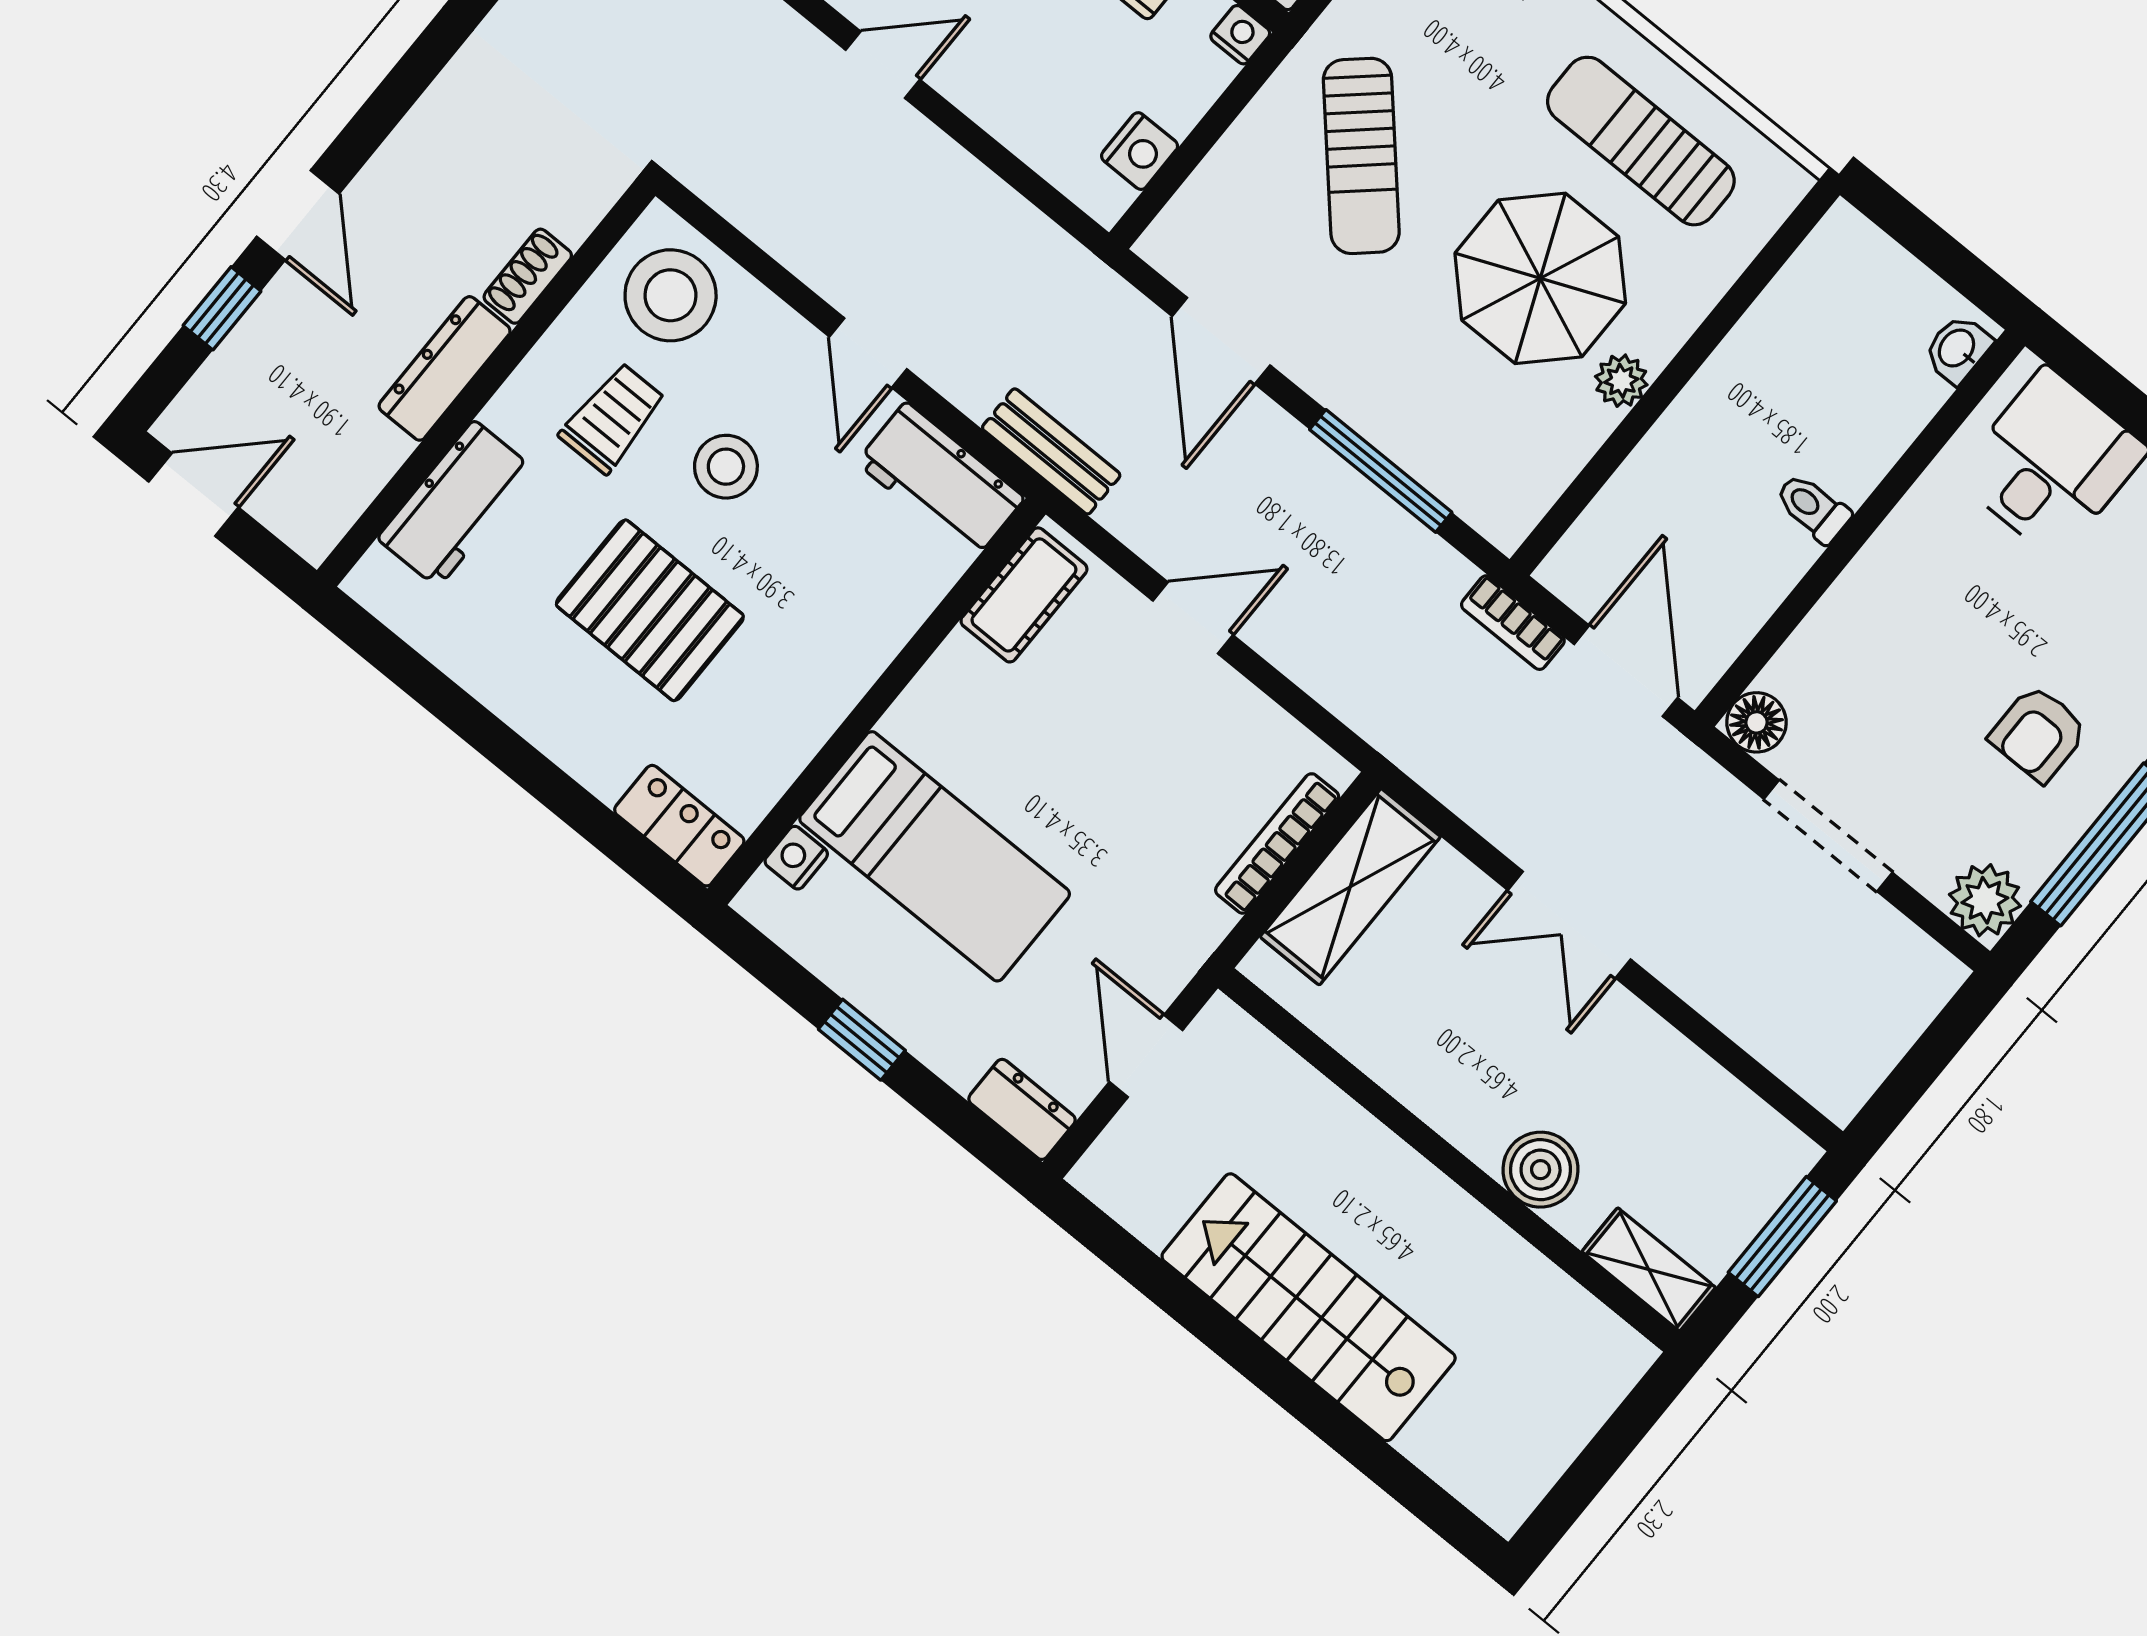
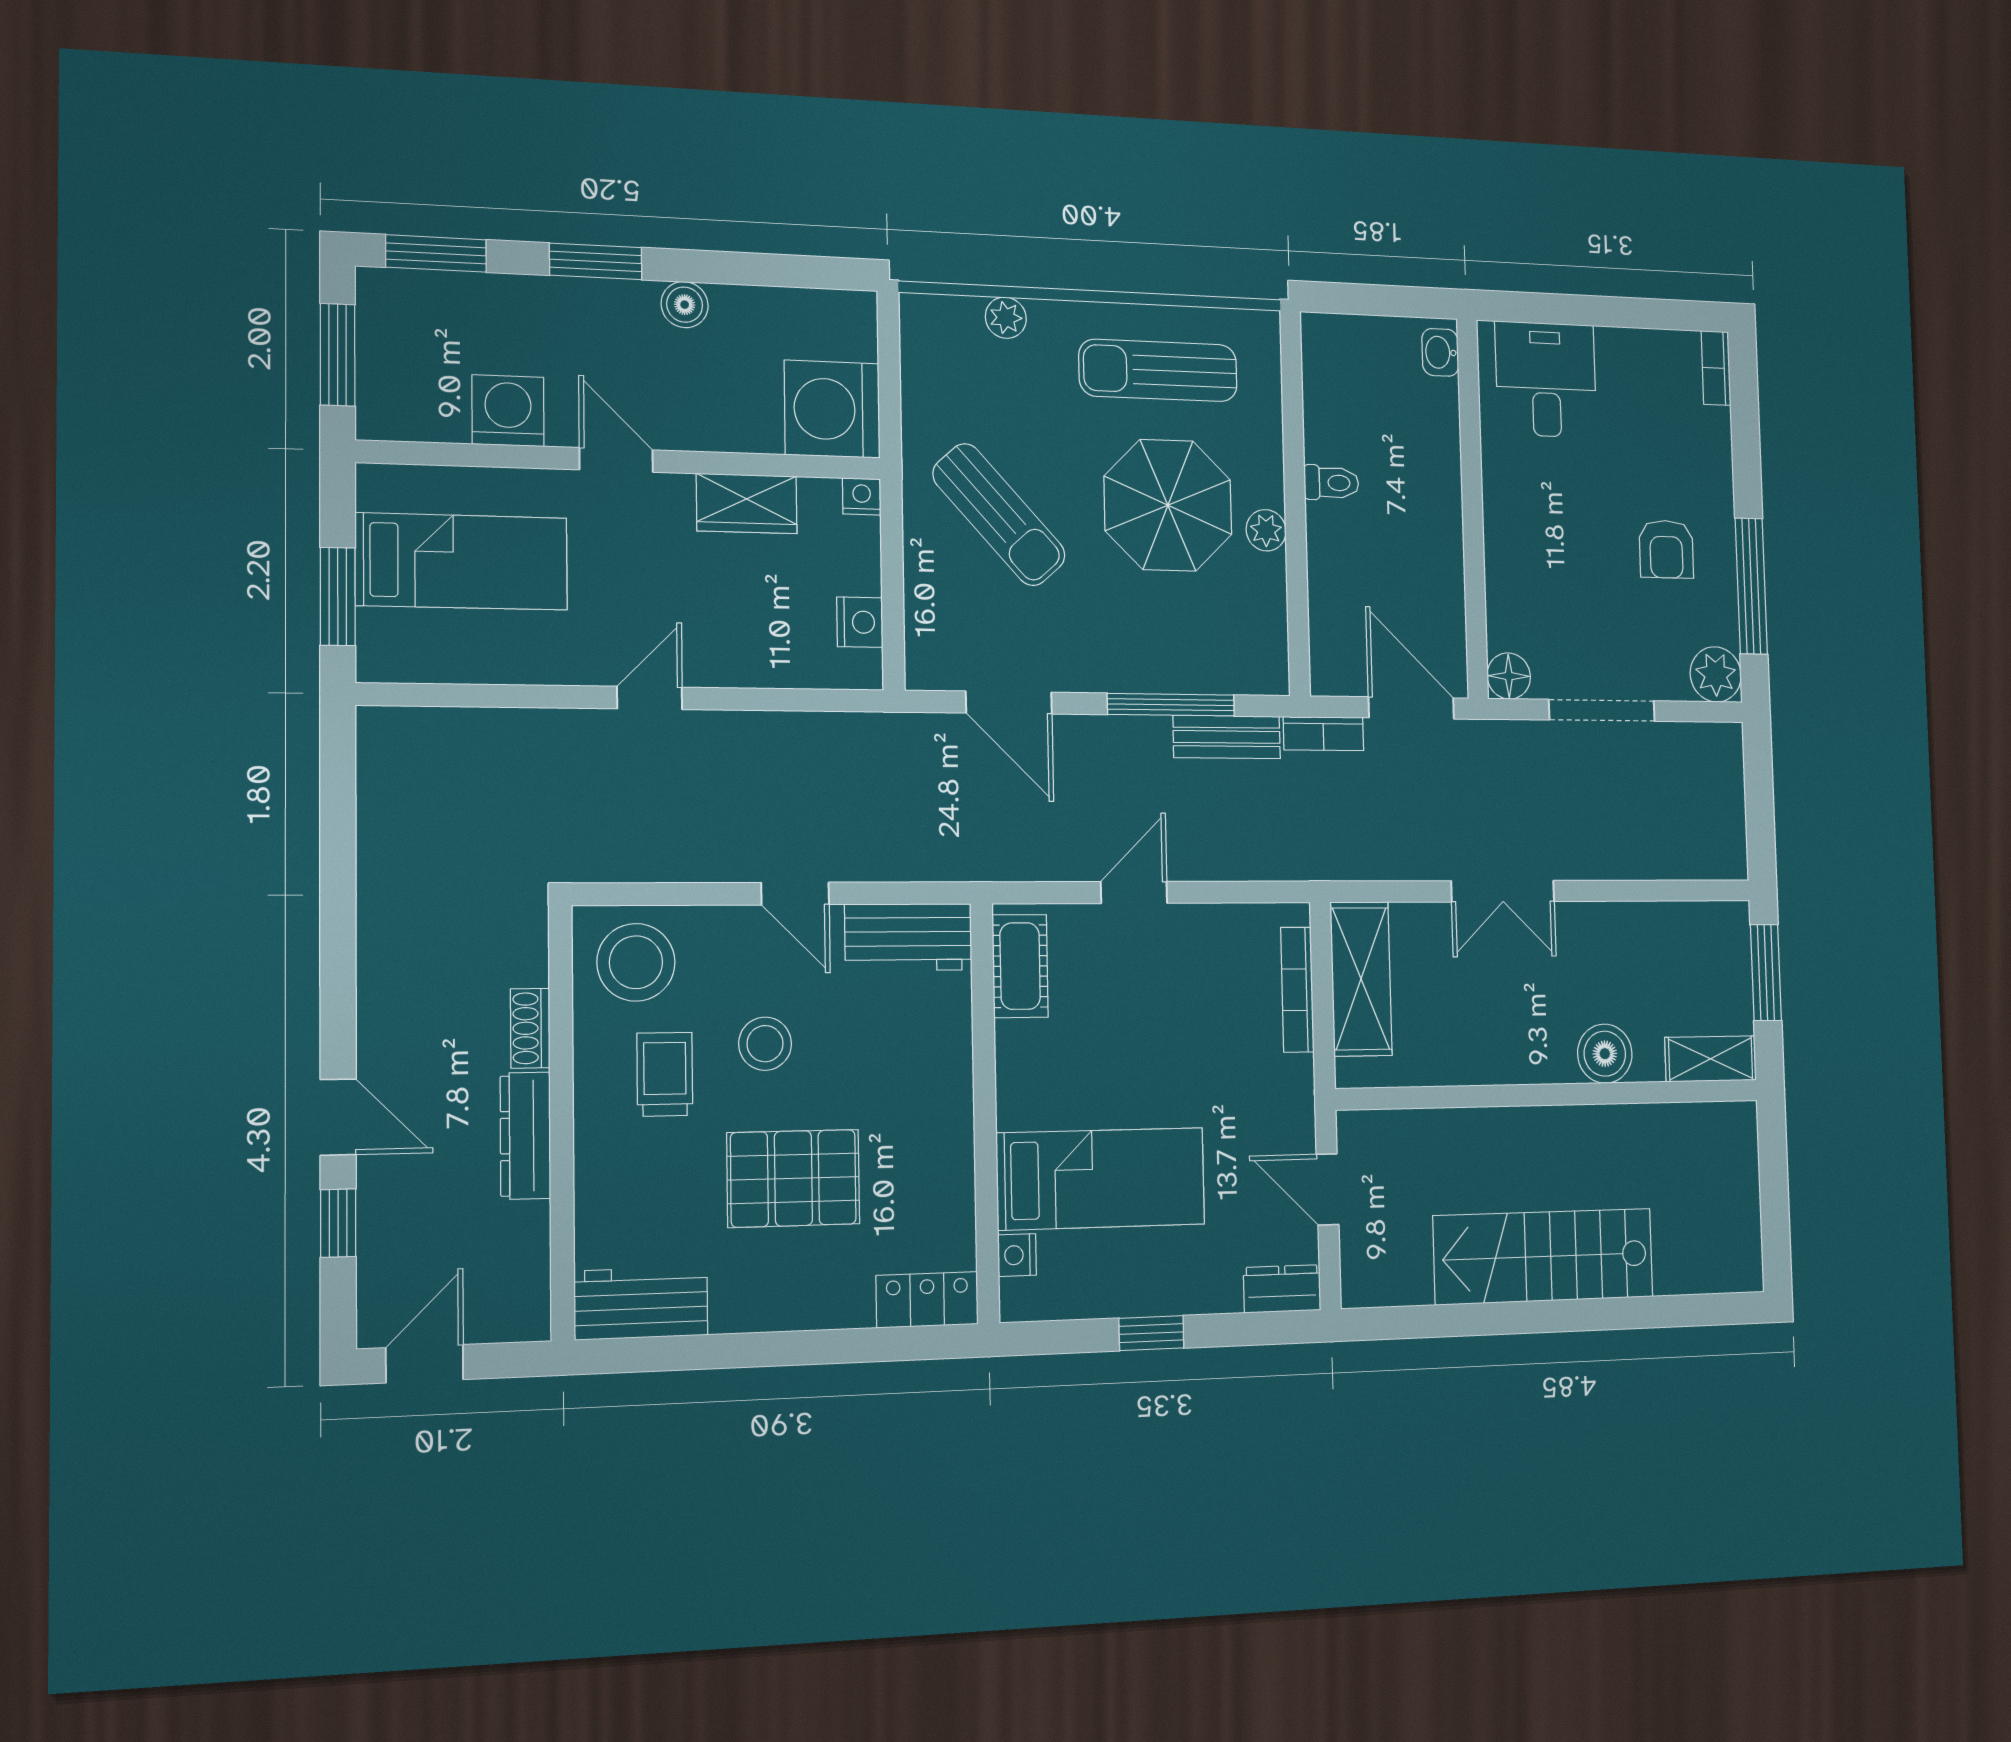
bench: (1051, 451) -> (1227, 737), moved
workbench: (456, 504) -> (641, 1303), moved, turned -90
toilet: (1813, 508) -> (1331, 483), moved, turned 180

